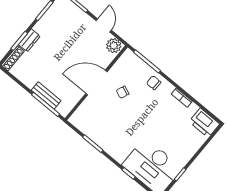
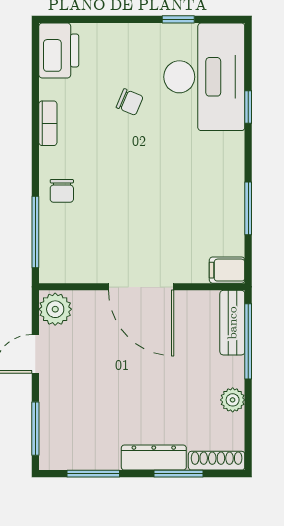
dresser: (29, 40) -> (154, 458), width x1.44
plant: (29, 82) -> (233, 400), added
chair: (123, 92) -> (130, 102), moved
bench: (46, 95) -> (232, 323), moved
filing cabinet: (77, 118) -> (227, 270), added

